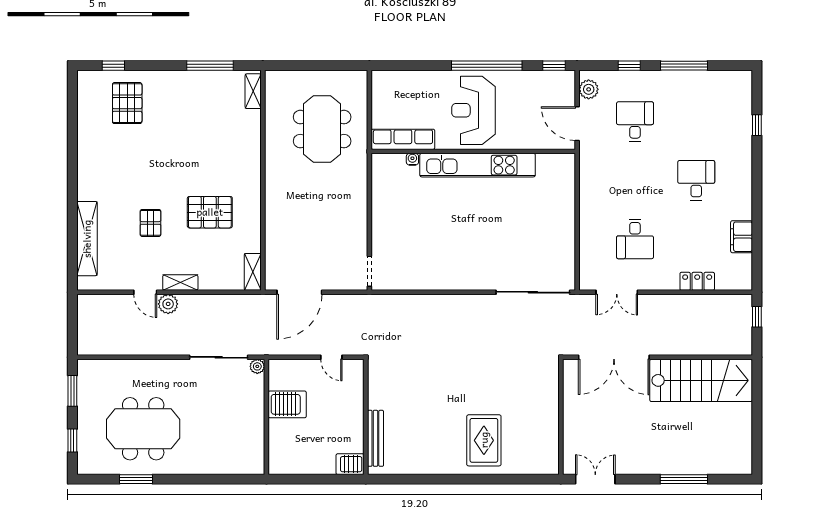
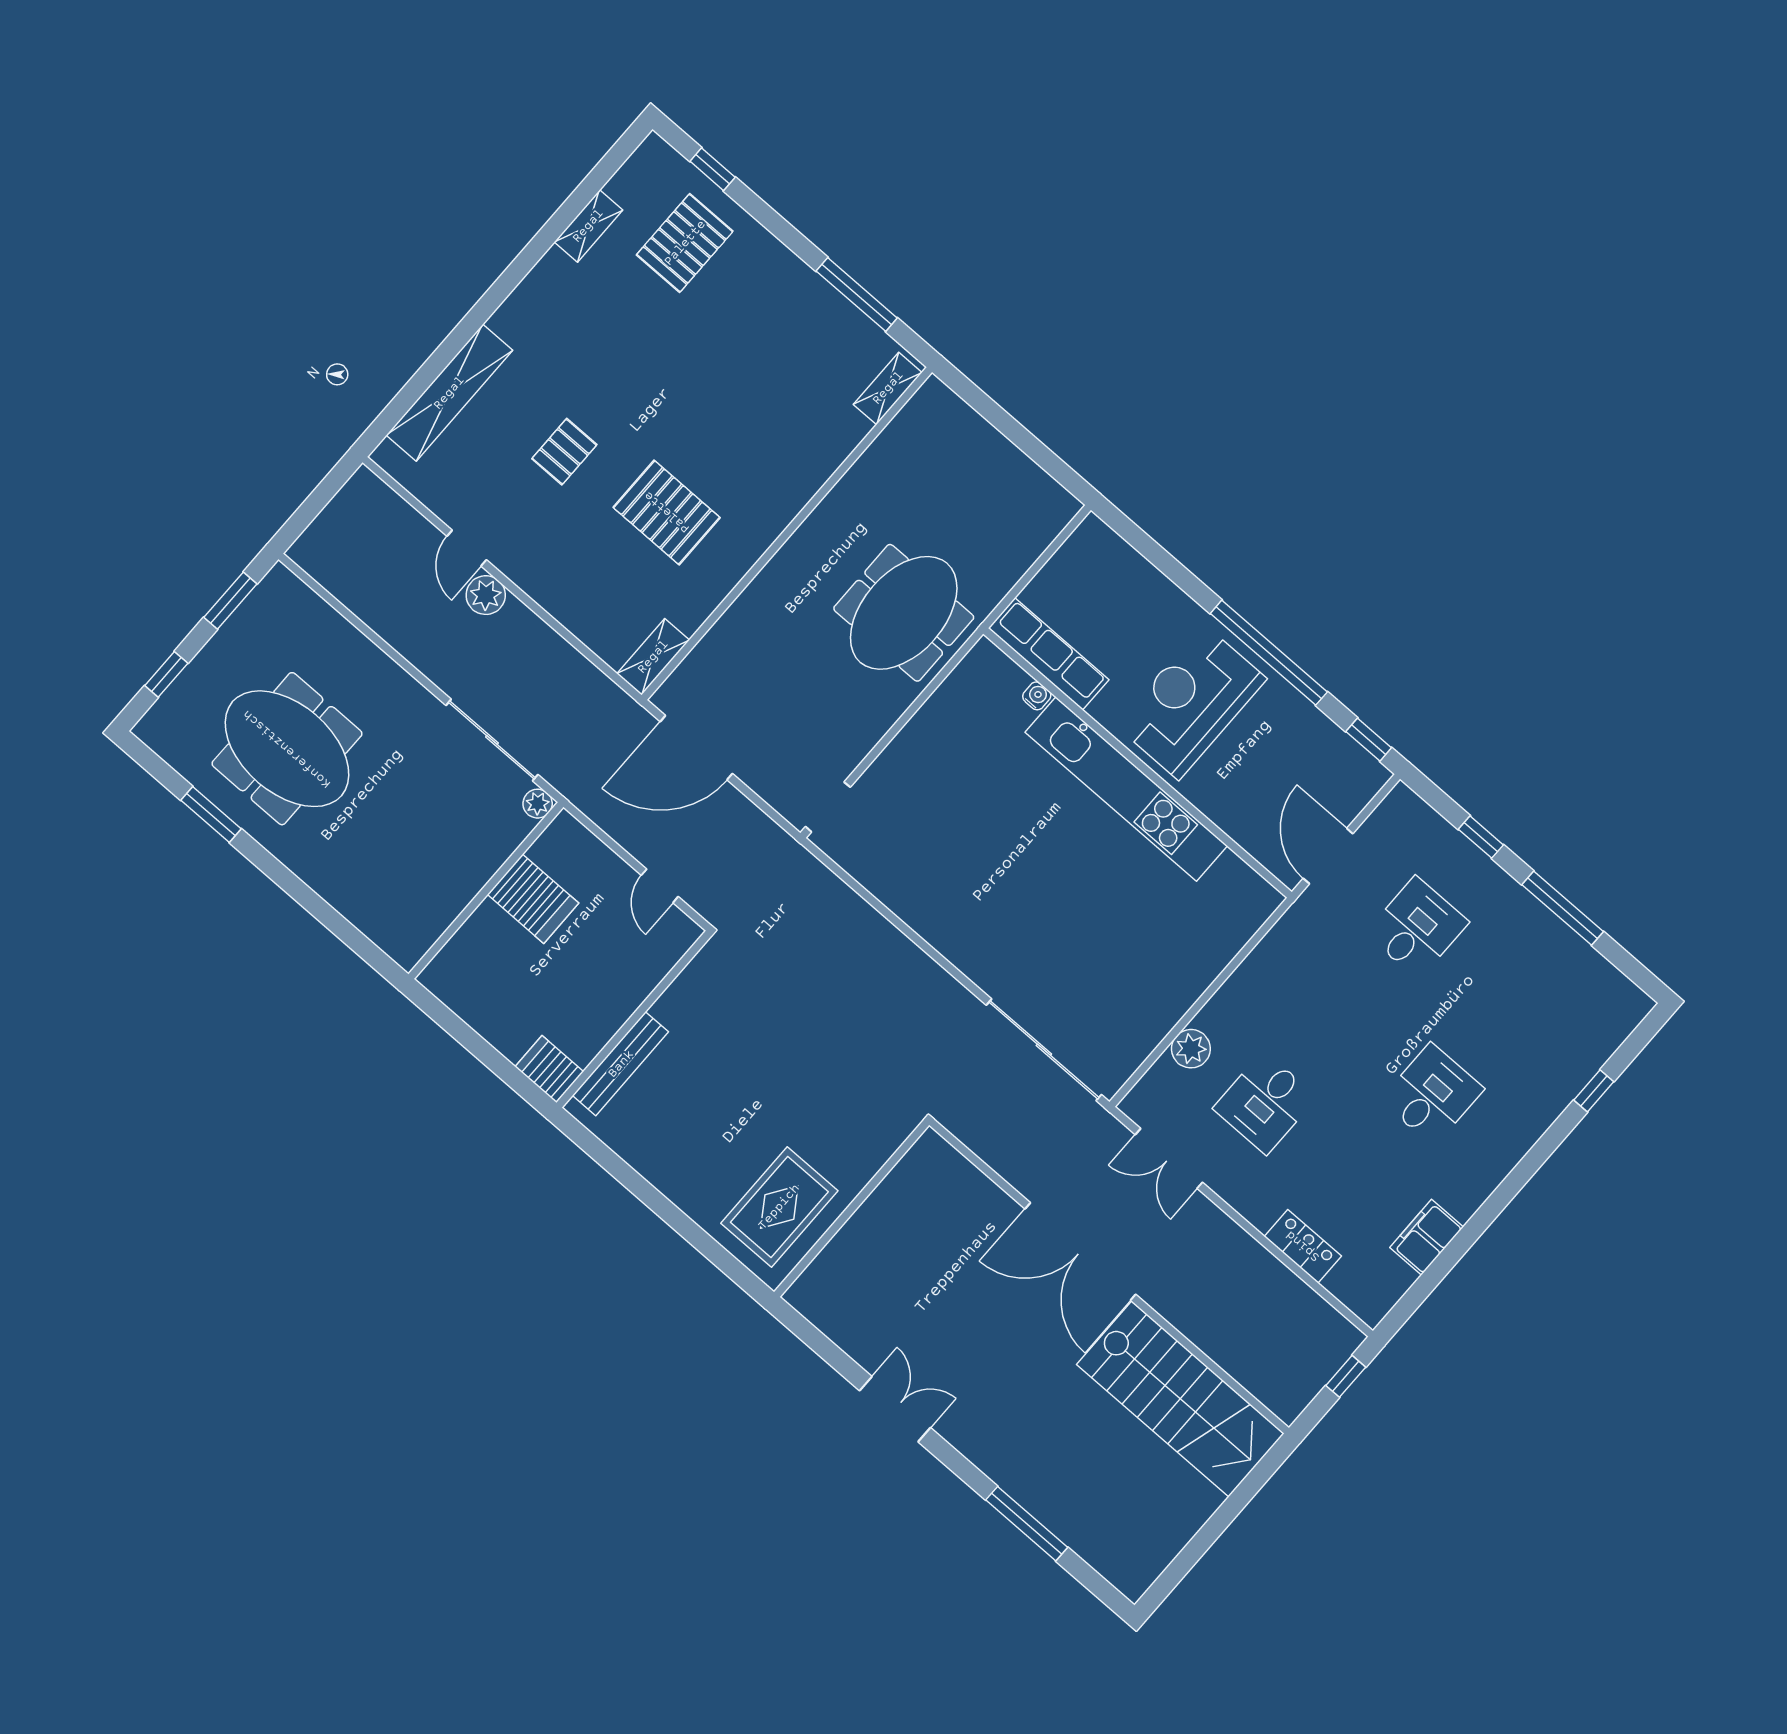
plant: (589, 89) -> (1191, 1049), moved
meeting table: (322, 129) -> (904, 613), moved
shelving: (180, 283) -> (588, 226), moved, turned 90
wall: (561, 417) -> (852, 1209), moved

